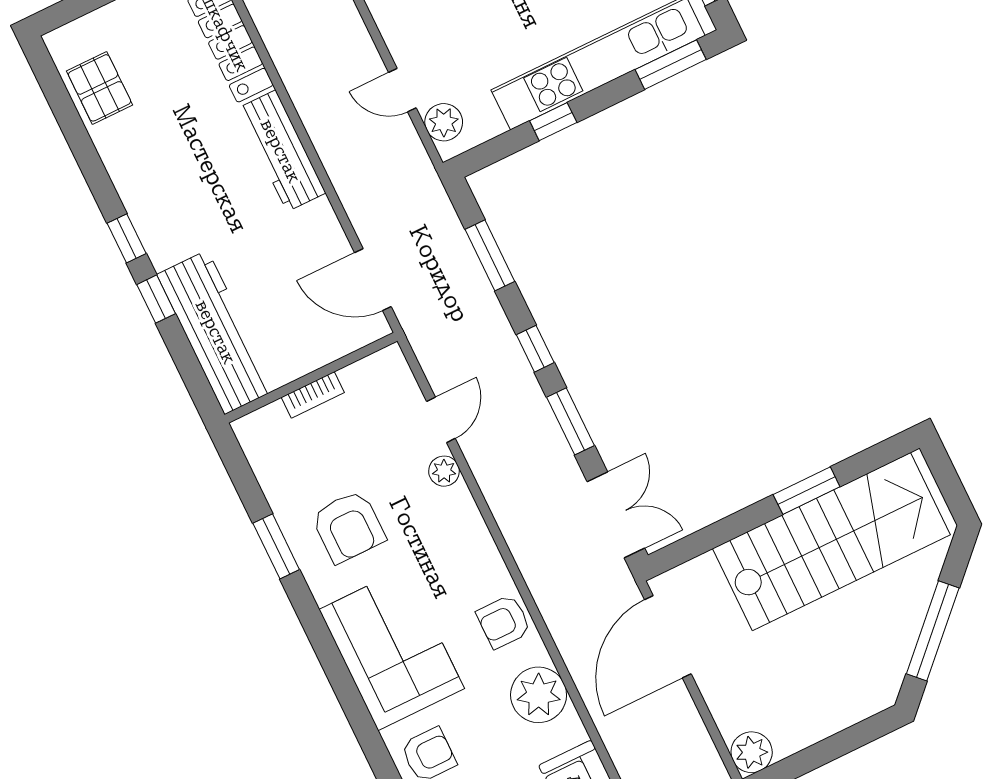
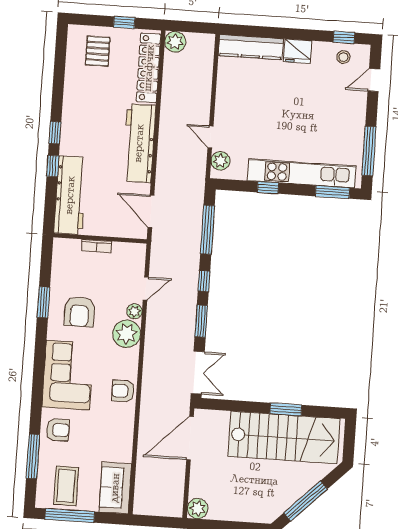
pallet: (100, 88) -> (98, 51), moved
workbench: (281, 151) -> (139, 143), width x1.36, depth x1.32
window: (490, 255) -> (207, 230), width x1.44
plant: (539, 695) -> (127, 334), moved

